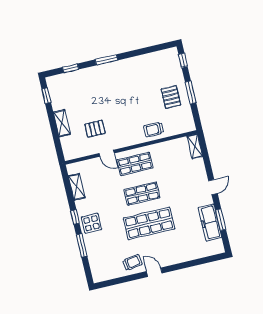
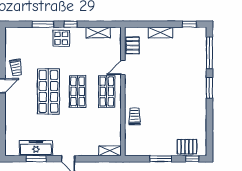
window: (71, 68) -> (209, 53), width x2.17
pallet: (171, 97) -> (187, 147), moved
pallet: (95, 129) -> (133, 45), moved

